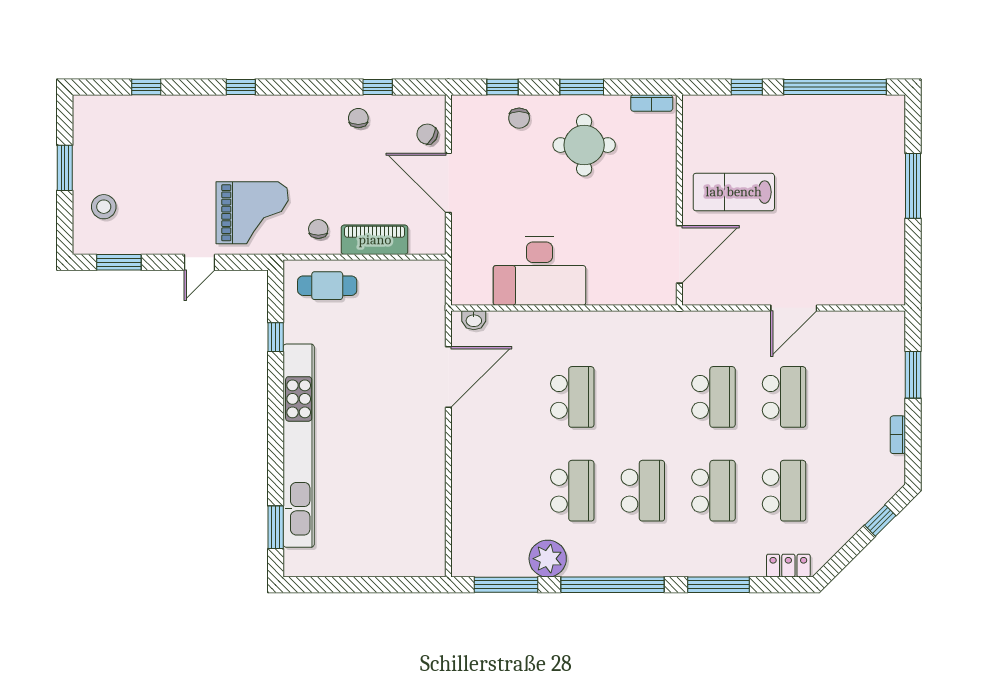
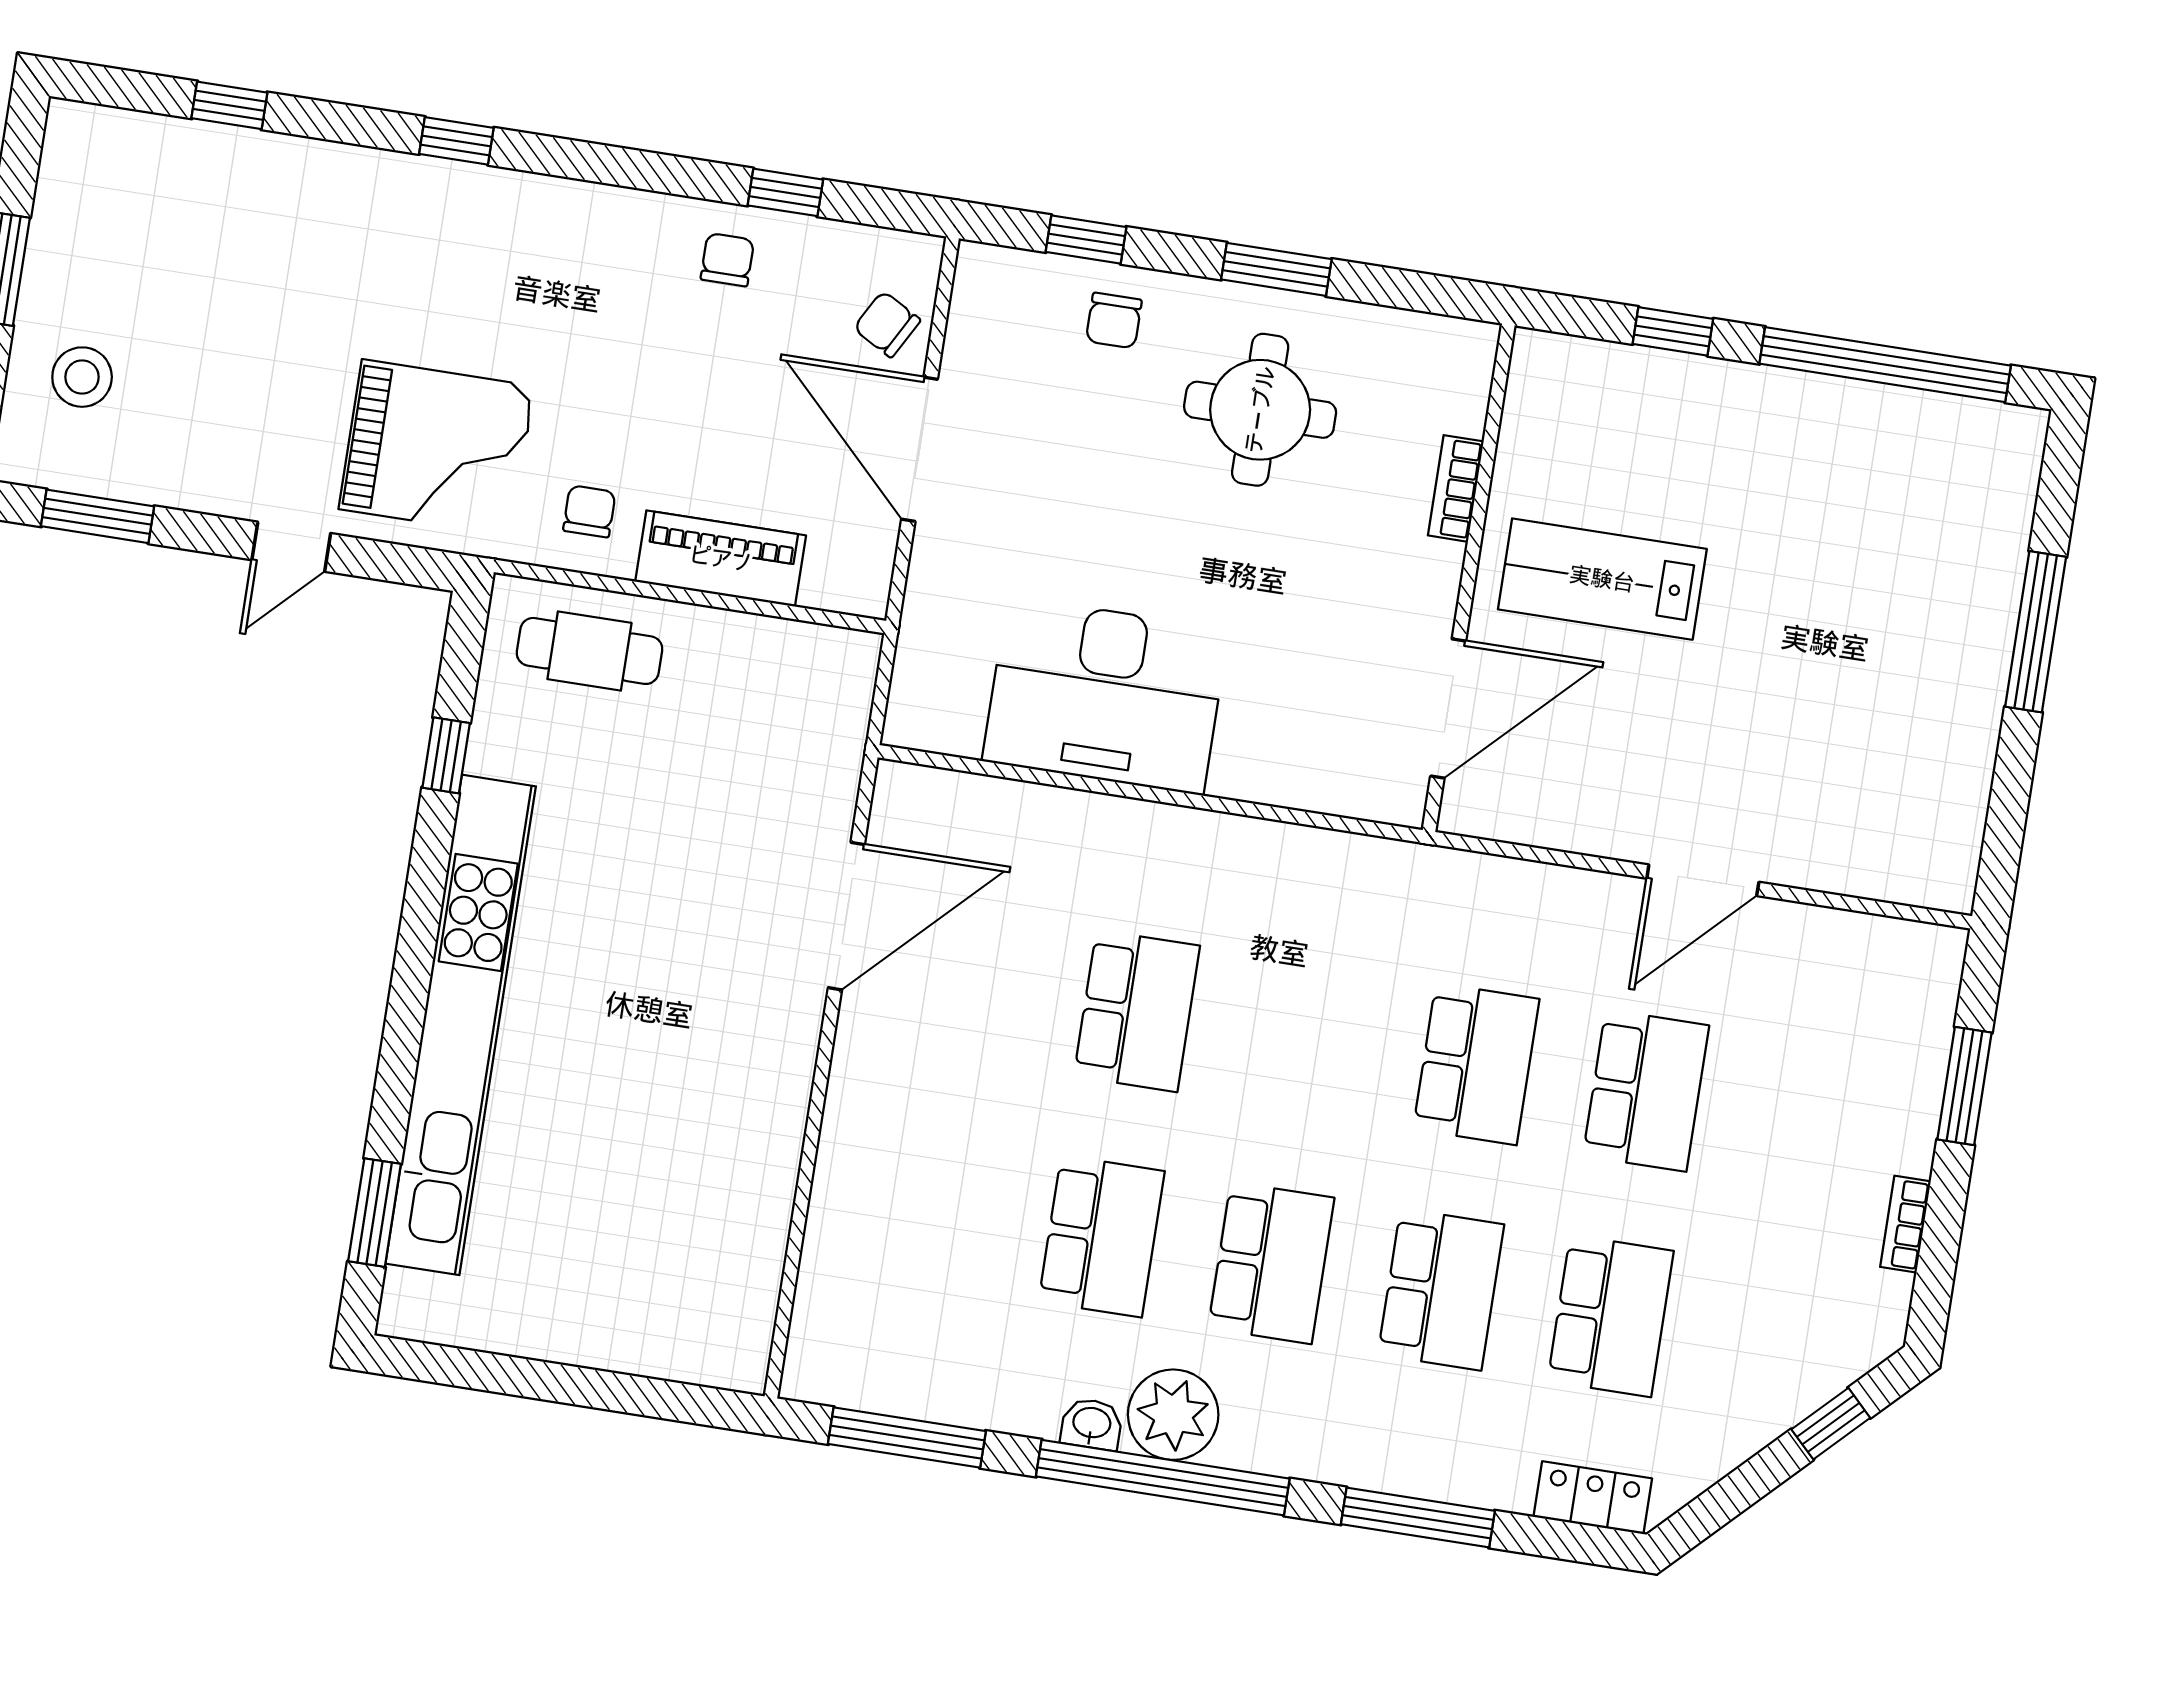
bookcase: (652, 103) -> (1456, 488), moved, turned 90
washbasin: (474, 320) -> (1092, 1424), moved, turned 180
plant: (548, 559) -> (1173, 1415), moved

